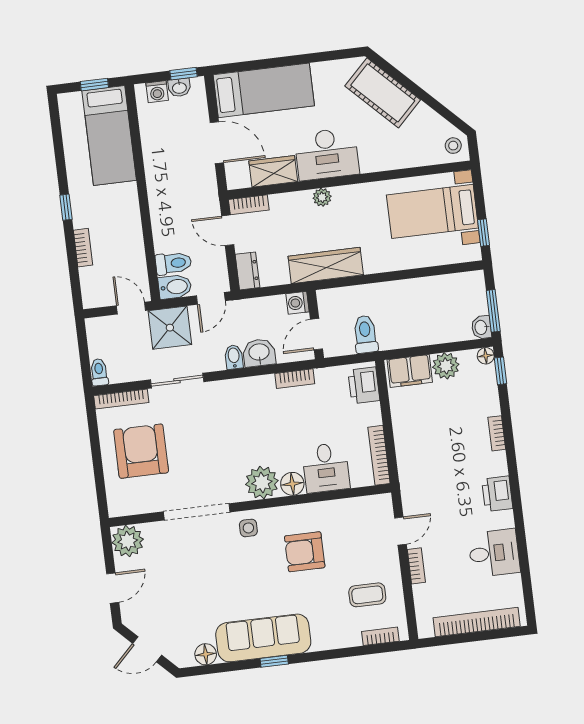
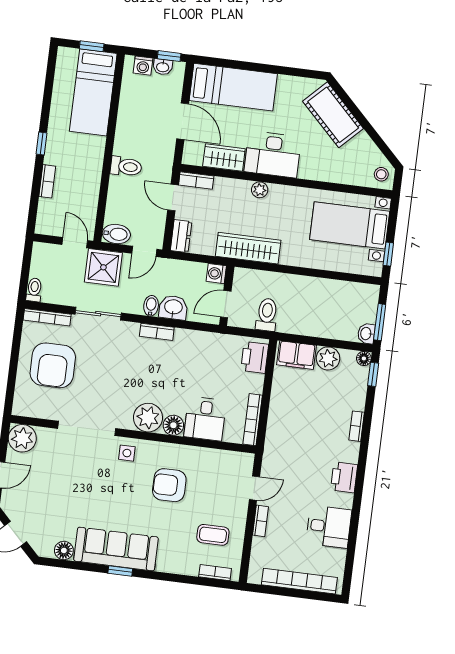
toilet: (173, 263) -> (126, 167), moved
bookcase: (295, 379) -> (157, 332), moved
armchair: (141, 451) -> (53, 365), turned 180

